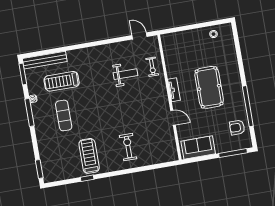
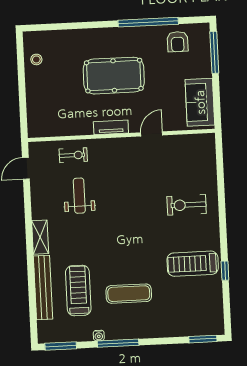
shelving: (94, 51) -> (40, 237), added
bench: (45, 60) -> (43, 287), moved
treadmill: (62, 81) -> (78, 290), turned 180

